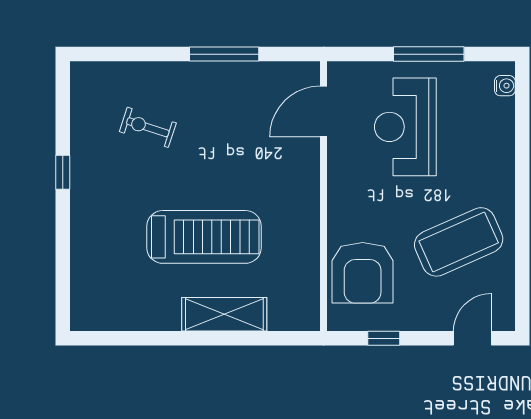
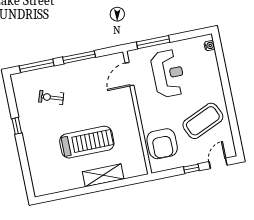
window: (131, 54) -> (37, 66), added
window: (429, 54) -> (153, 42), moved
reception desk: (405, 127) -> (168, 74), turned 180
window: (384, 338) -> (191, 169), moved

